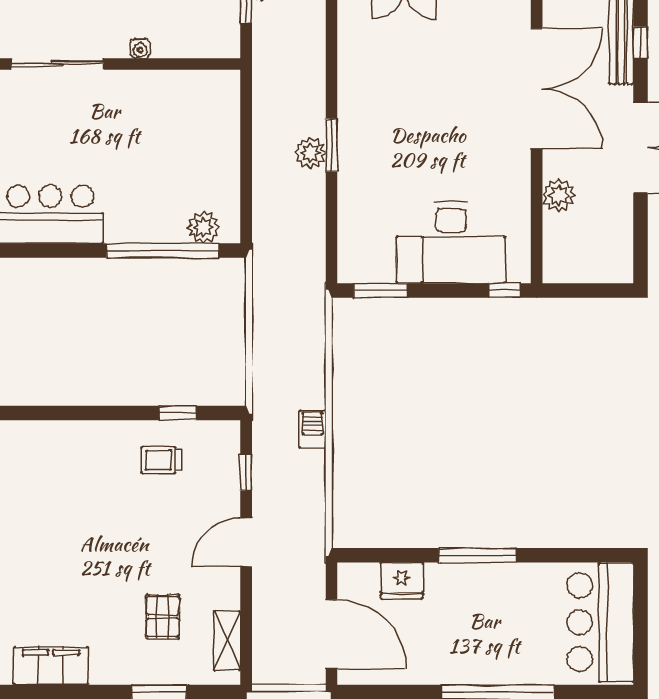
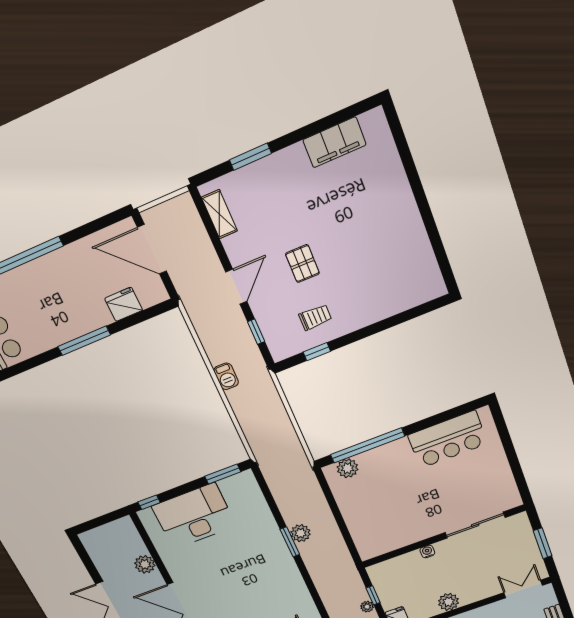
pallet: (163, 616) -> (302, 264), moved

